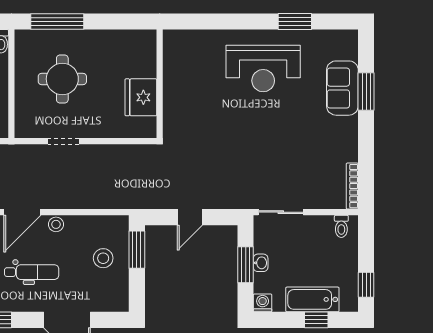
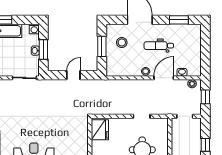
fridge: (141, 97) -> (100, 130), moved
window: (137, 250) -> (102, 46), moved
stool: (103, 258) -> (122, 42), moved

